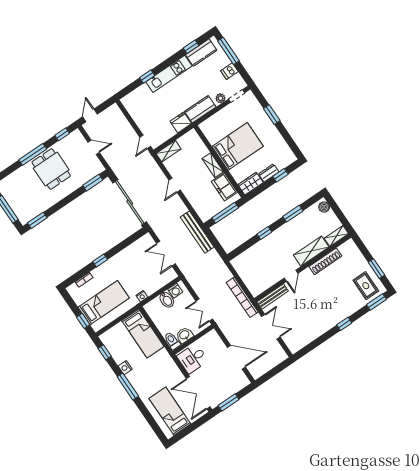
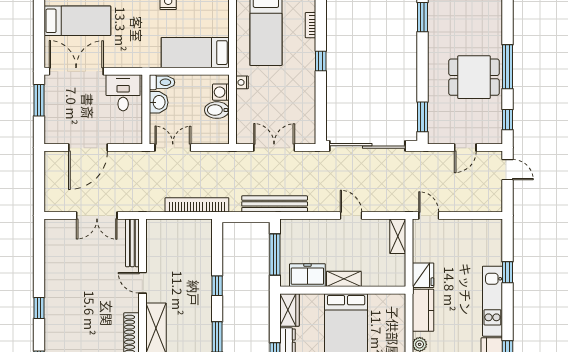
washing machine: (175, 291) -> (221, 92), moved
bookcase: (242, 297) -> (197, 205), moved

